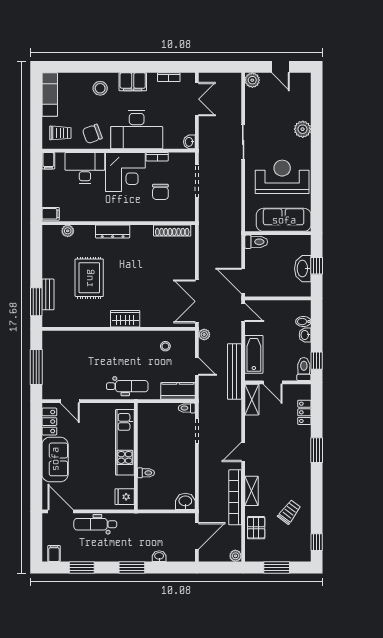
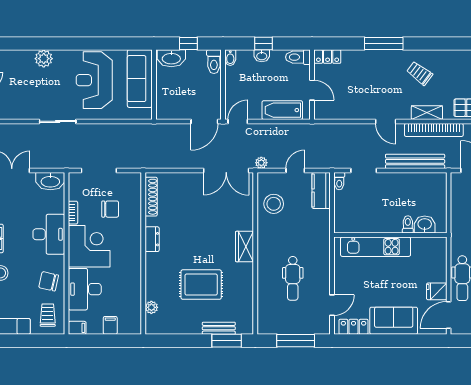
desk: (137, 130) -> (49, 234), width x0.73, depth x0.77
chair: (92, 134) -> (49, 281), turned 123
washbasin: (189, 142) -> (50, 181), width x1.91, depth x1.45
filing cabinet: (51, 214) -> (110, 325), moved
dresser: (113, 231) -> (152, 239), moved, width x0.70
toilet: (256, 242) -> (214, 62), moved, turned 180
washbasin: (303, 269) -> (171, 58), moved
bidet: (303, 322) -> (230, 58), moved
stool: (165, 346) -> (274, 204), width x1.89, depth x1.89
window: (317, 361) -> (263, 43), moved
bench: (234, 372) -> (415, 161), moved
door: (273, 382) -> (312, 90), hinge flipped
dental chair: (127, 386) -> (293, 278), moved, turned 180
shelving: (252, 400) -> (330, 112), removed
locker: (304, 412) -> (328, 57), moved
window: (317, 450) -> (384, 43), width x1.44
fridge: (125, 497) -> (437, 291), moved, turned 90
washbasin: (185, 501) -> (425, 225), moved, turned 90
trolley: (289, 512) -> (420, 73), moved

